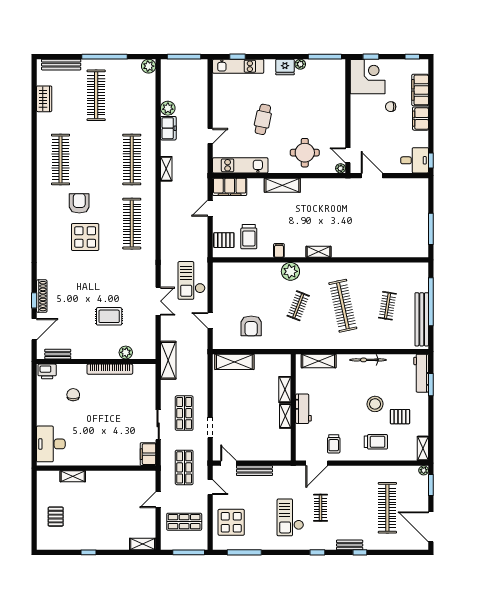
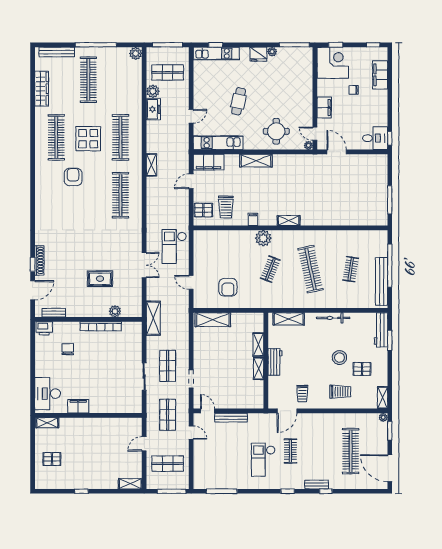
shop shelf: (184, 87) -> (168, 72), added
wardrobe: (44, 99) -> (42, 89), width x1.50
filing cabinet: (421, 119) -> (324, 107), moved, turned 180
shelving: (166, 169) -> (151, 165), moved
display table: (85, 237) -> (88, 139), moved
filing cabinet: (148, 454) -> (78, 406), moved, turned 90
shelving: (73, 476) -> (47, 423), moved
pallet: (56, 517) -> (52, 459), turned 90
display table: (231, 522) -> (210, 464), removed

